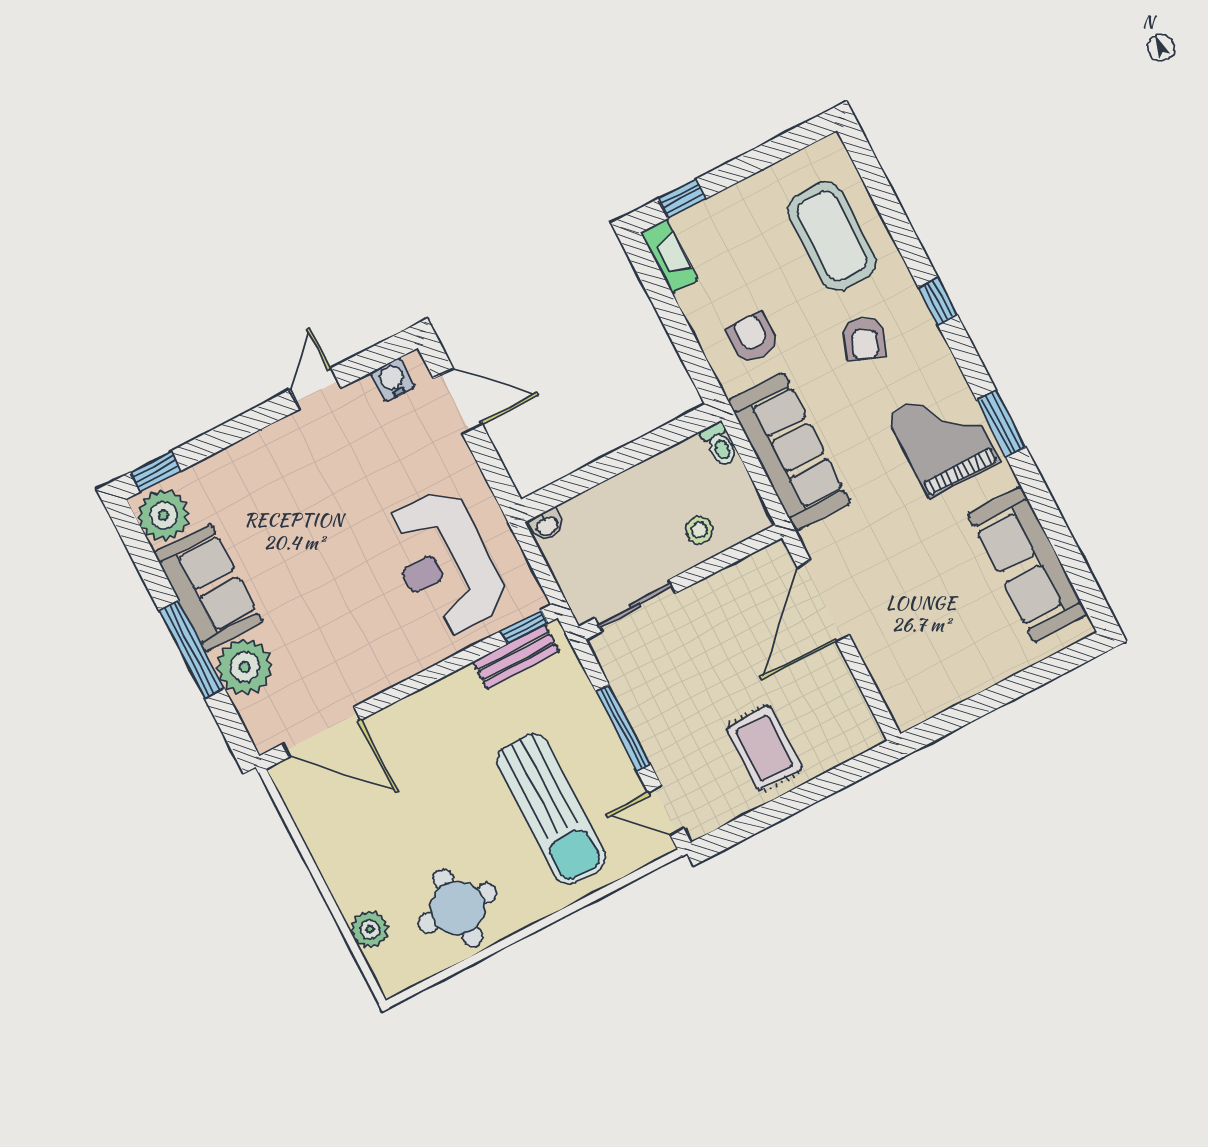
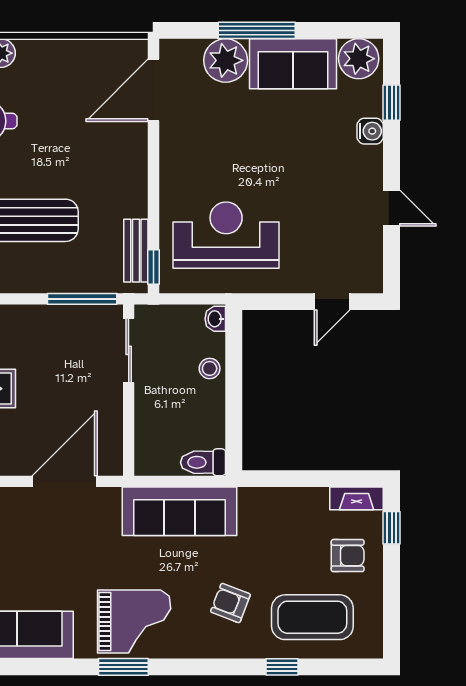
window: (938, 301) -> (282, 667), moved
armchair: (753, 338) -> (348, 556), moved
water cooler: (393, 380) -> (370, 131), moved
door: (458, 401) -> (332, 302), width x0.73
toilet: (720, 444) -> (203, 462), width x1.37, depth x1.39
window: (156, 471) -> (392, 103), moved
stool: (699, 530) -> (210, 368), moved
door: (823, 601) -> (65, 481), hinge flipped
window: (623, 728) -> (82, 299), moved

